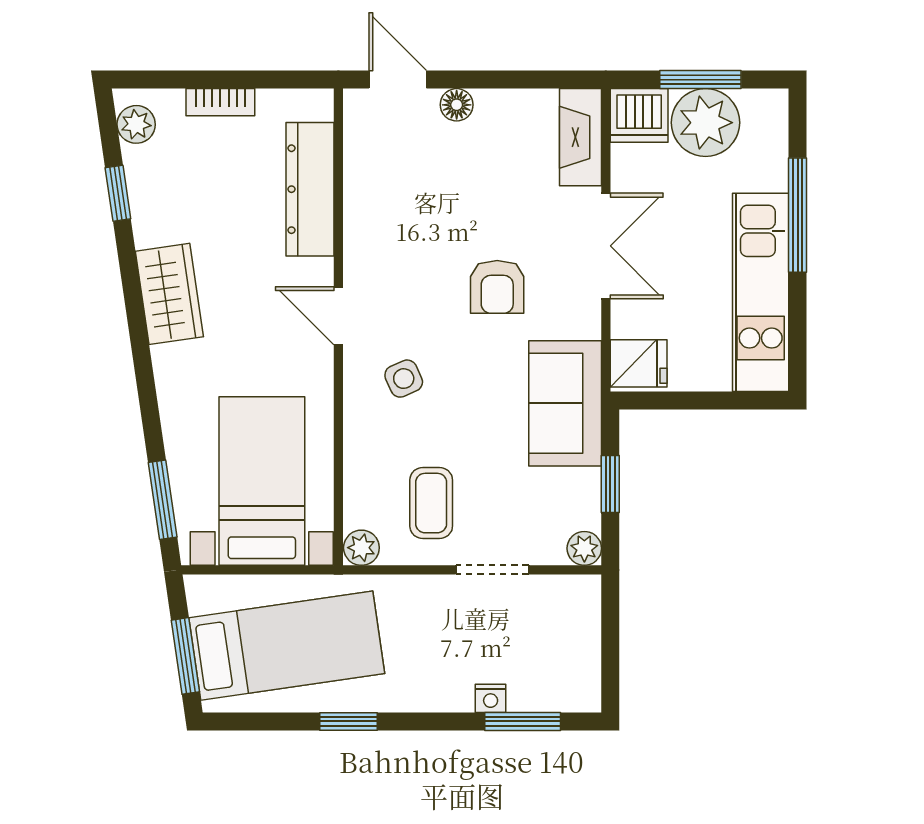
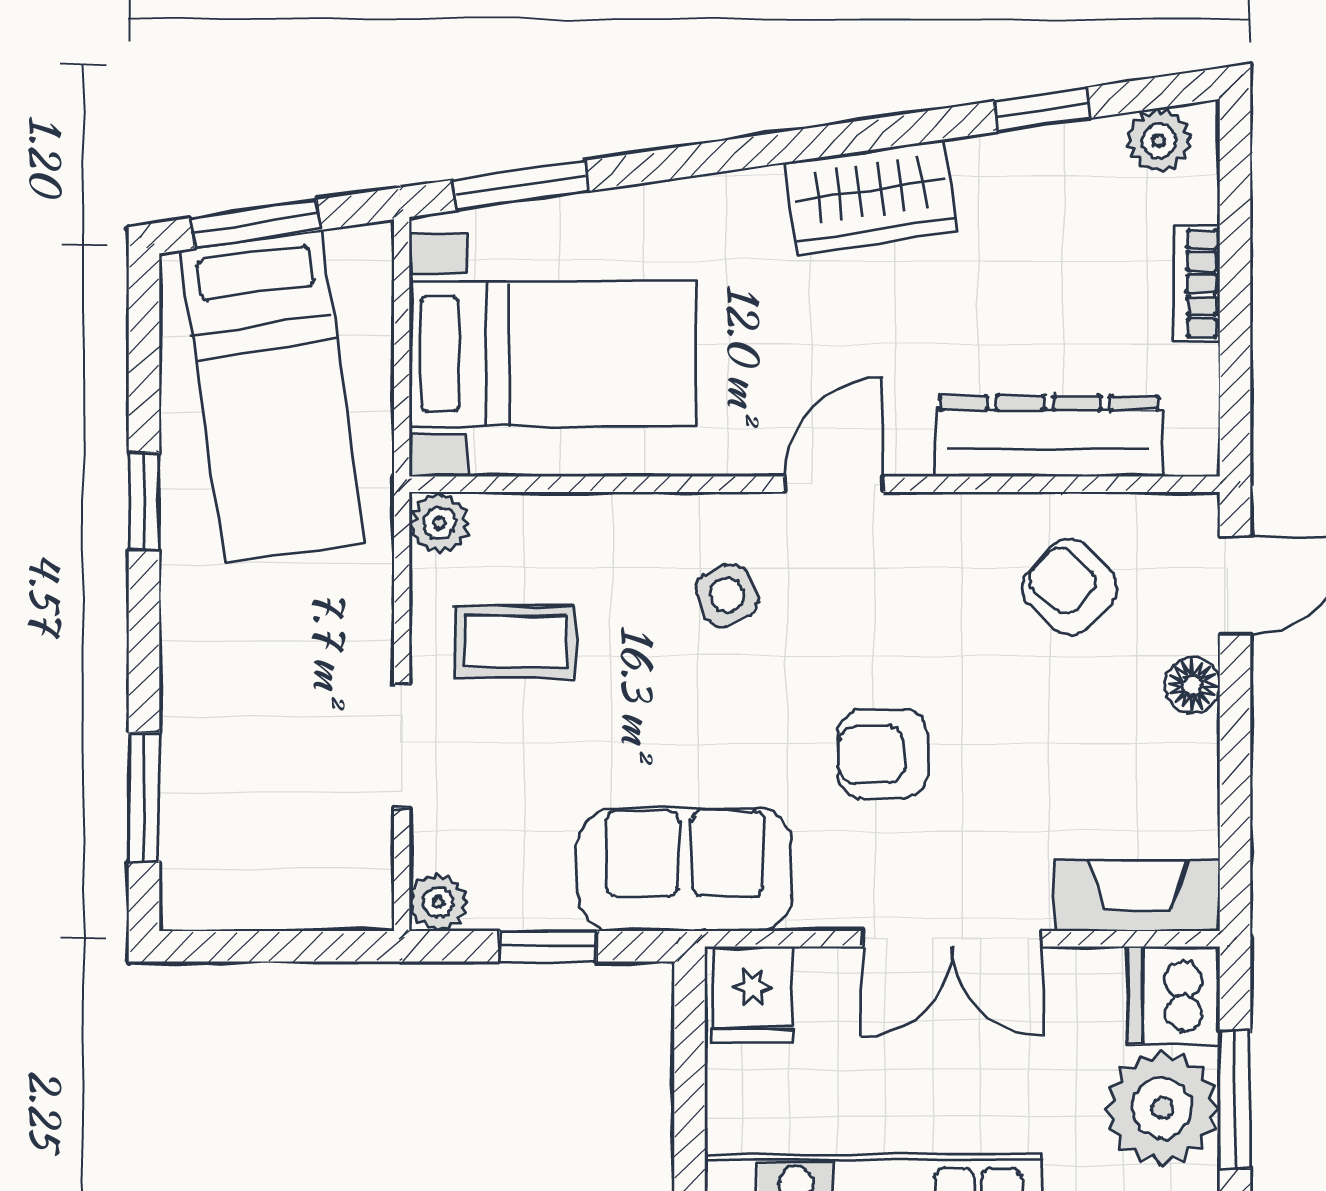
armchair: (399, 177) -> (1070, 587), added
nightstand: (491, 698) -> (183, 743), removed

